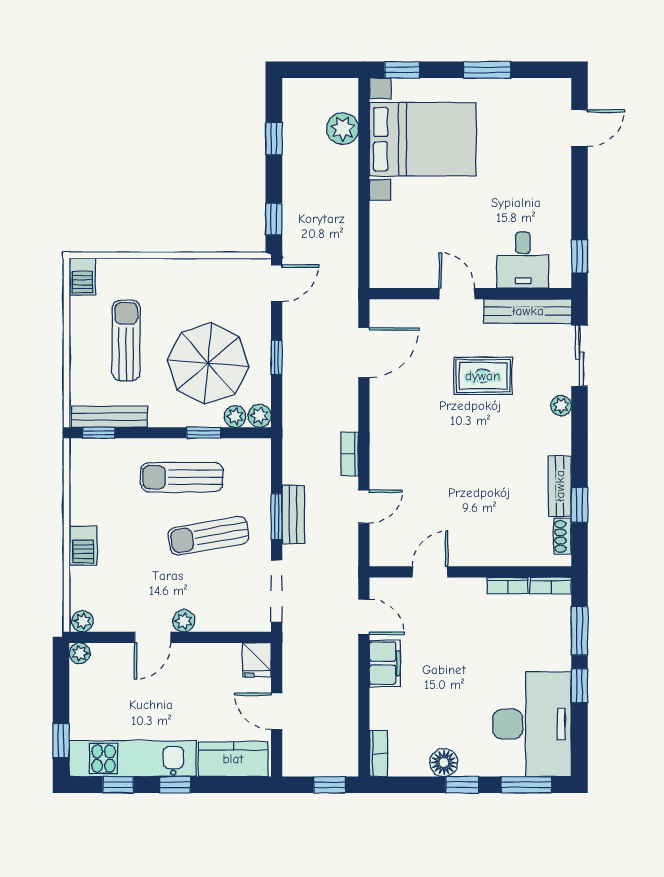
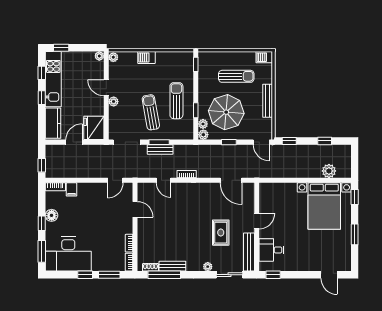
bench: (109, 417) -> (268, 101), moved
window: (579, 505) -> (164, 275), width x2.17
fridge: (257, 660) -> (94, 128), width x1.88, depth x1.34
filing cabinet: (385, 663) -> (72, 189), moved, width x0.50

